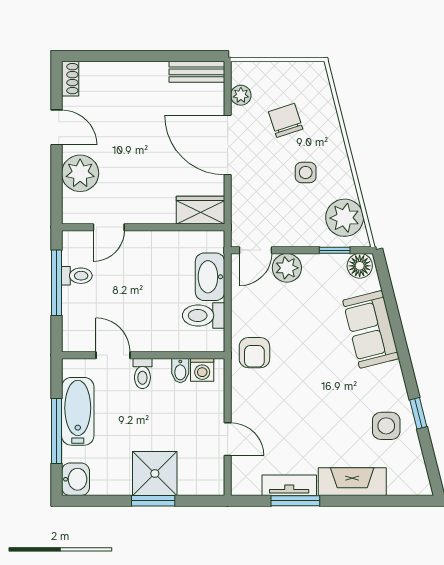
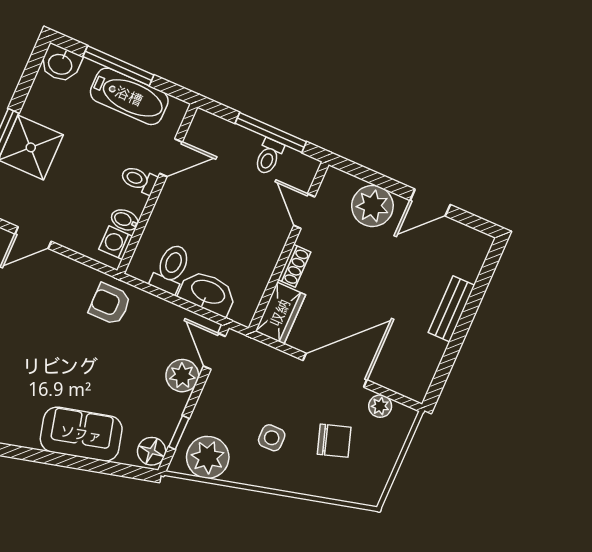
bench: (197, 72) -> (451, 309), moved
shoe rack: (70, 79) -> (294, 266), moved, turned -90

